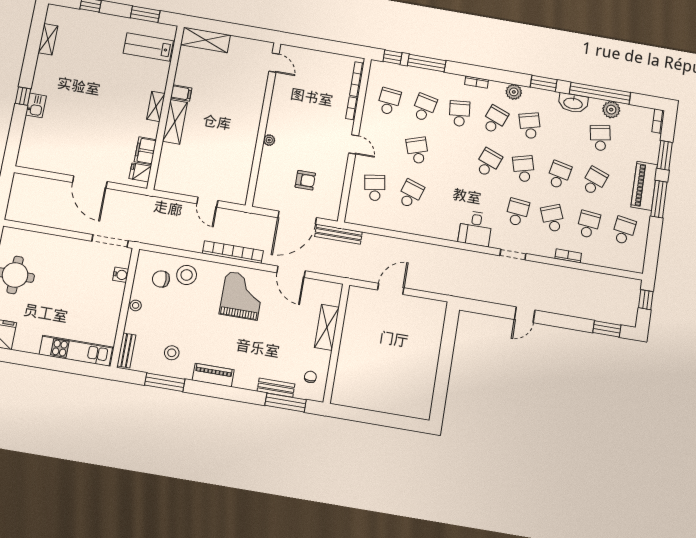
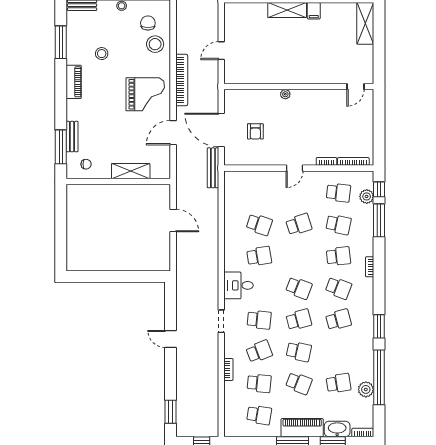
plant: (514, 92) -> (367, 196), moved
washbasin: (573, 103) -> (337, 429), moved, turned 90
school desk: (375, 188) -> (259, 256), moved
stool: (172, 353) -> (102, 54), moved

